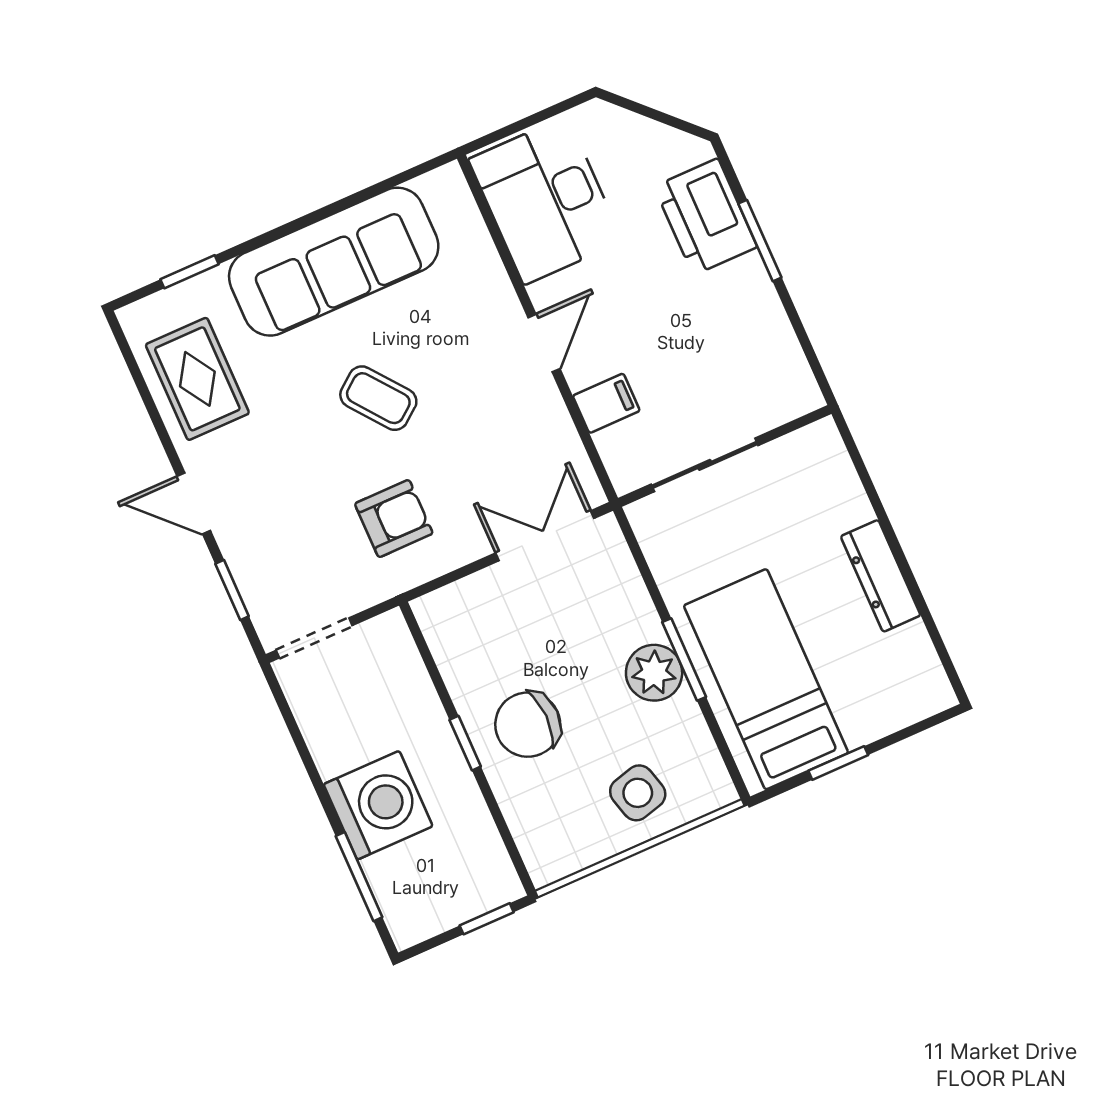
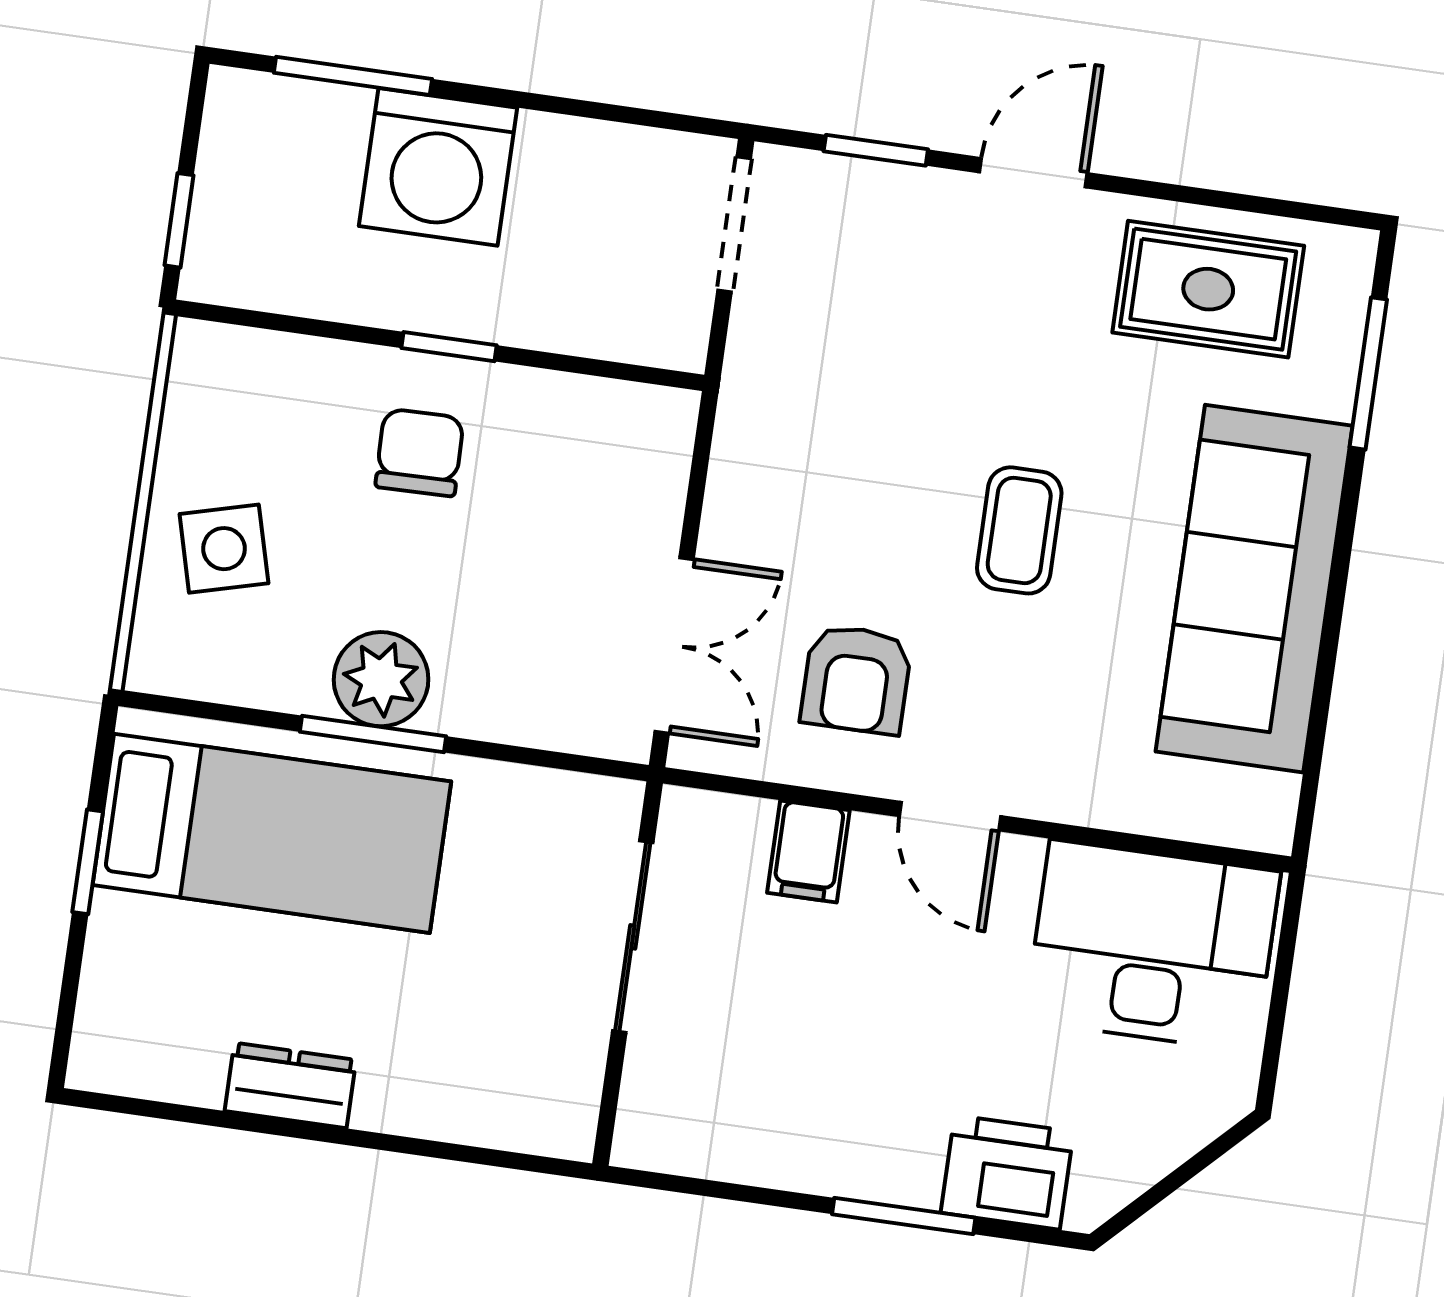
printer: (706, 217) -> (1007, 1172), width x0.73, depth x0.84
window: (189, 272) -> (1368, 373), width x1.50
coffee table: (378, 398) -> (1019, 530), turned -52
armchair: (394, 519) -> (856, 679), moved
dresser: (881, 576) -> (290, 1085), width x0.70
chair: (528, 725) -> (420, 452), width x0.73, depth x0.73

